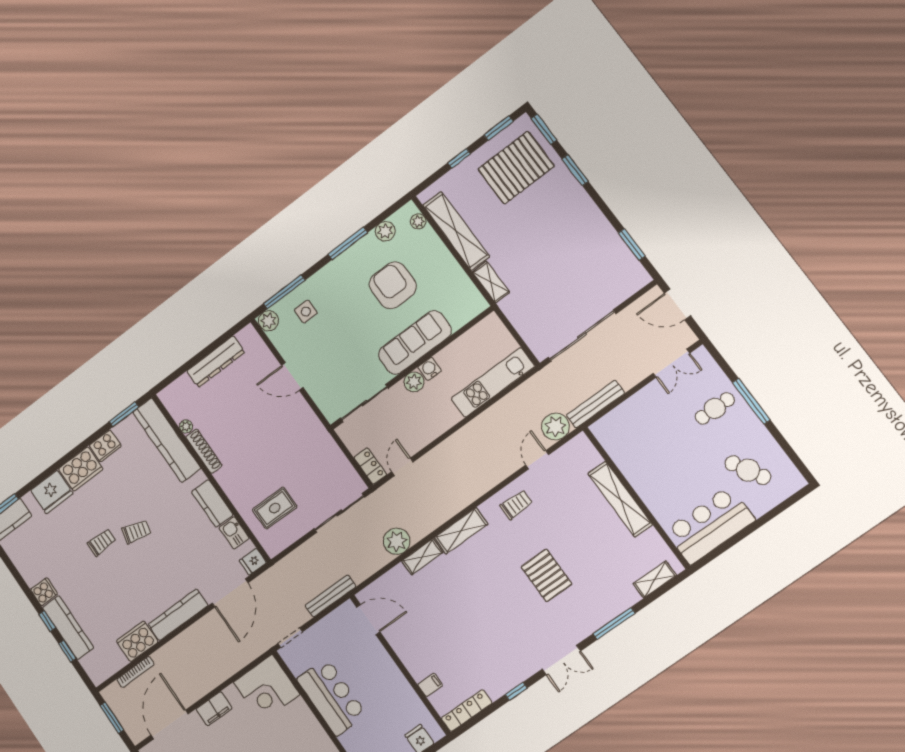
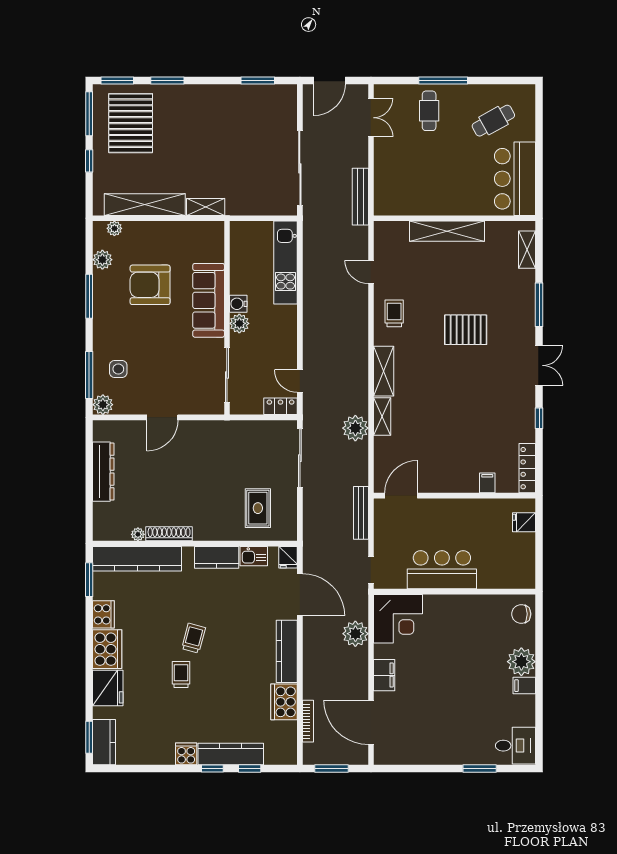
window: (499, 128) -> (89, 114), width x1.44
plant: (556, 427) -> (355, 634), moved

